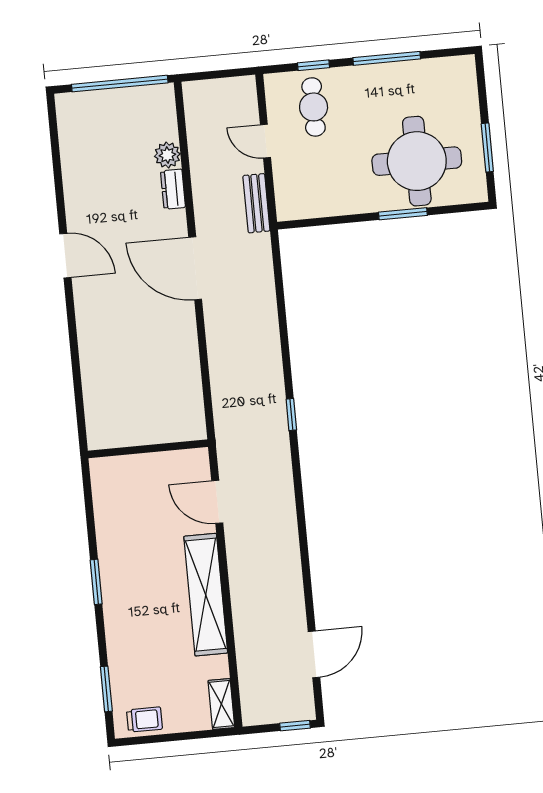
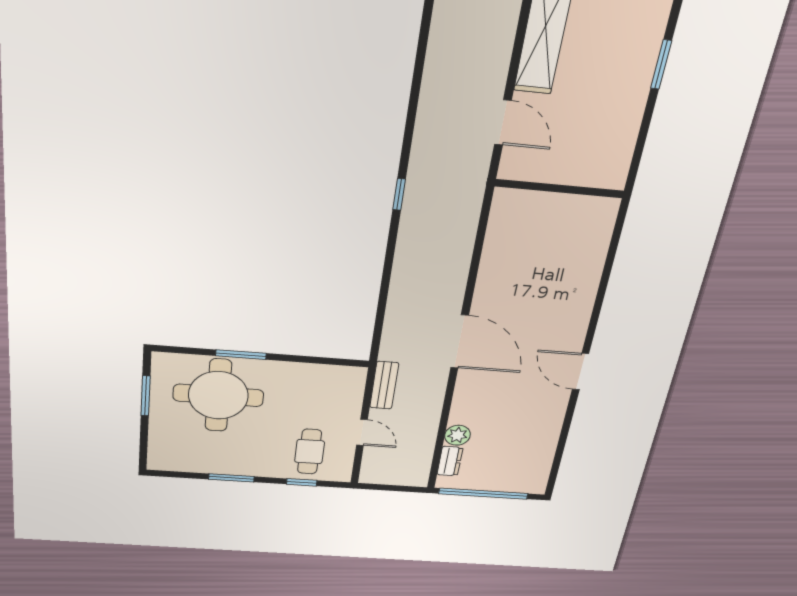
window: (387, 58) -> (231, 478), width x0.69
dresser: (173, 189) -> (450, 461), moved

